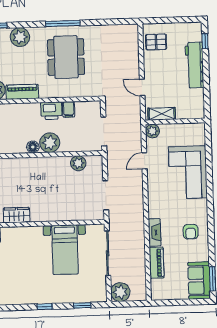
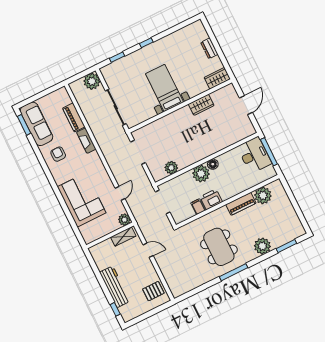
bed with nightstands: (65, 250) -> (164, 88), moved
sofa: (199, 281) -> (36, 124), width x1.36

